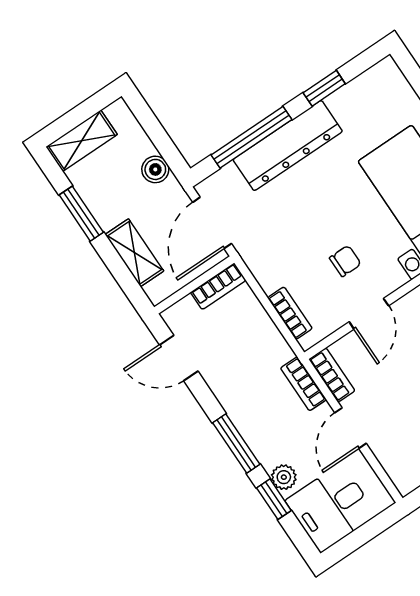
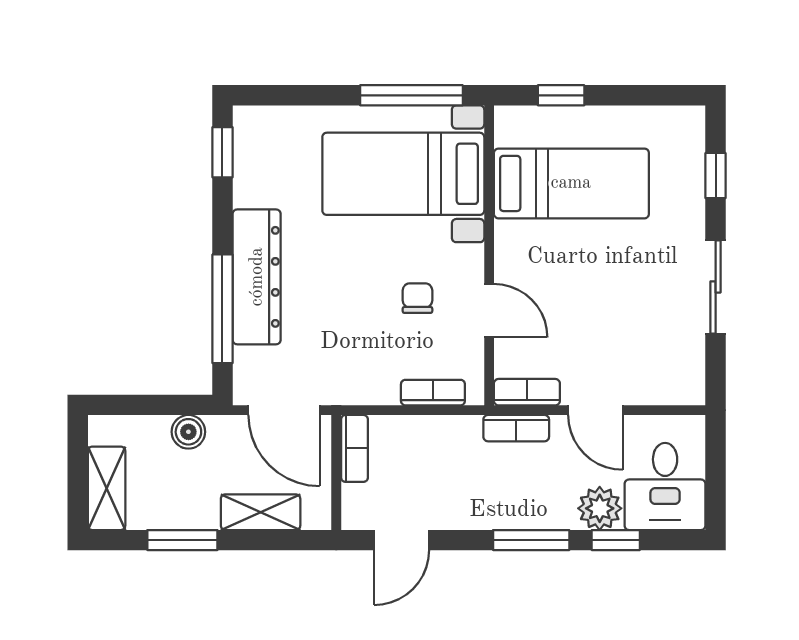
window: (324, 88) -> (222, 152), moved
plant: (284, 477) -> (600, 508), width x1.38, depth x1.38

